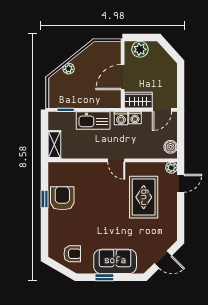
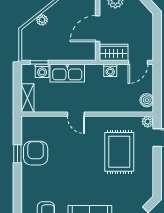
washing machine: (121, 118) -> (42, 71), moved
door: (116, 160) -> (76, 114), moved

